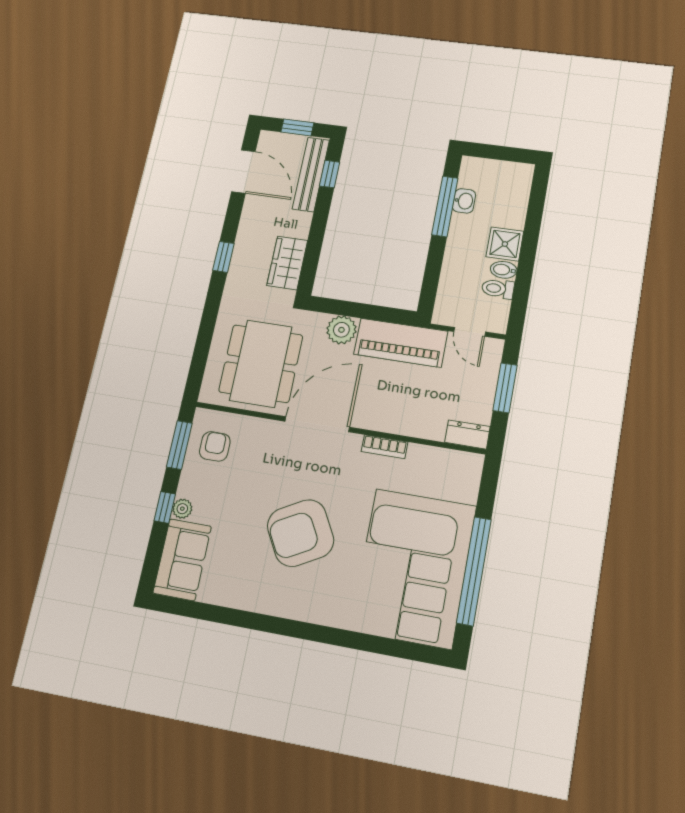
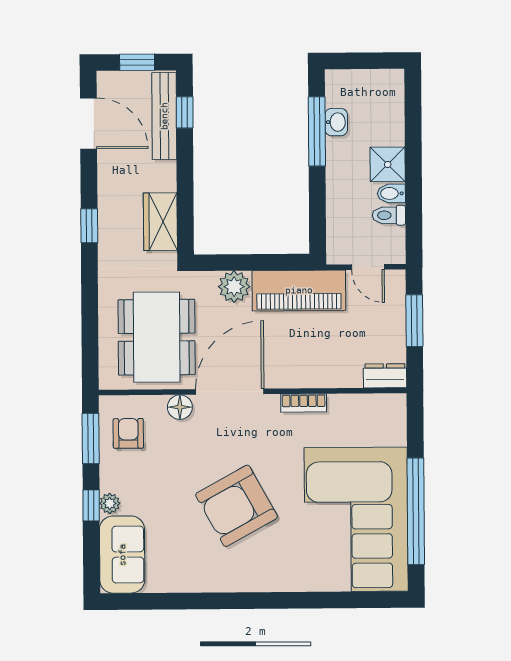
floor lamp: (268, 430) -> (180, 407), added

